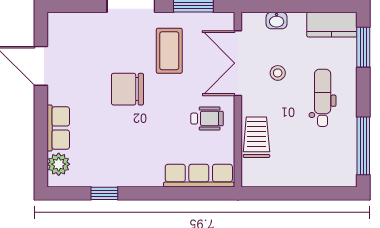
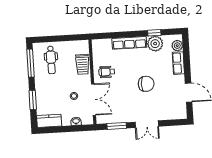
window: (363, 47) -> (33, 100), moved
coffee table: (169, 51) -> (127, 104), removed
dental chair: (323, 98) -> (51, 60), moved
plant: (104, 171) -> (155, 44), added
row of seats: (199, 176) -> (129, 43), moved

